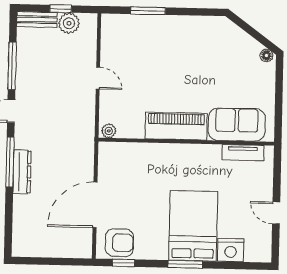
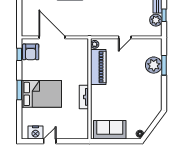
plant: (147, 29) -> (154, 65), added
sofa: (237, 125) -> (110, 130), moved, turned -90
piano: (176, 126) -> (98, 67), moved
tv unit: (243, 153) -> (84, 97), moved
nightstand: (231, 250) -> (36, 133), moved, turned -90

